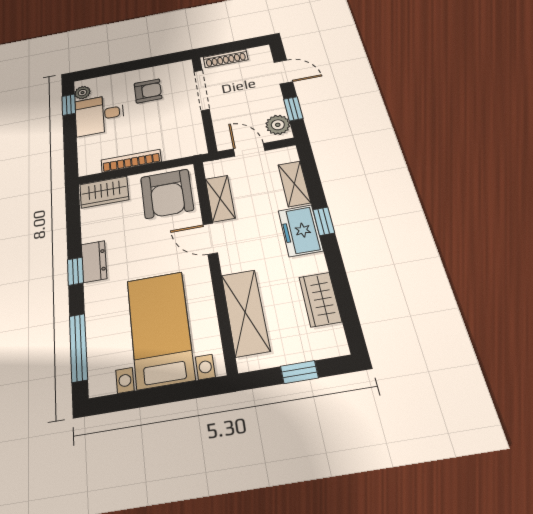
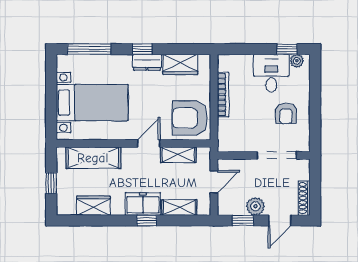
shoe rack: (226, 58) -> (304, 198), moved
plant: (278, 125) -> (255, 206), moved
wardrobe: (104, 192) -> (180, 64), moved, turned -90

